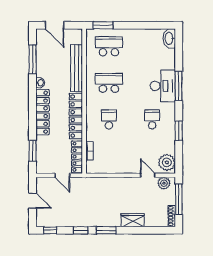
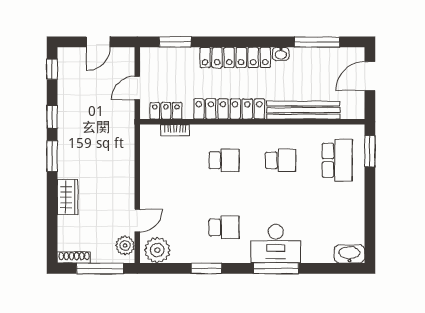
school desk: (109, 83) -> (281, 160), width x0.54
locker: (77, 157) -> (166, 111), width x0.66

